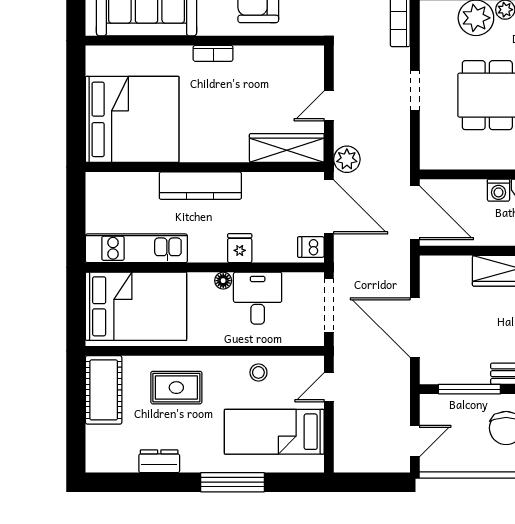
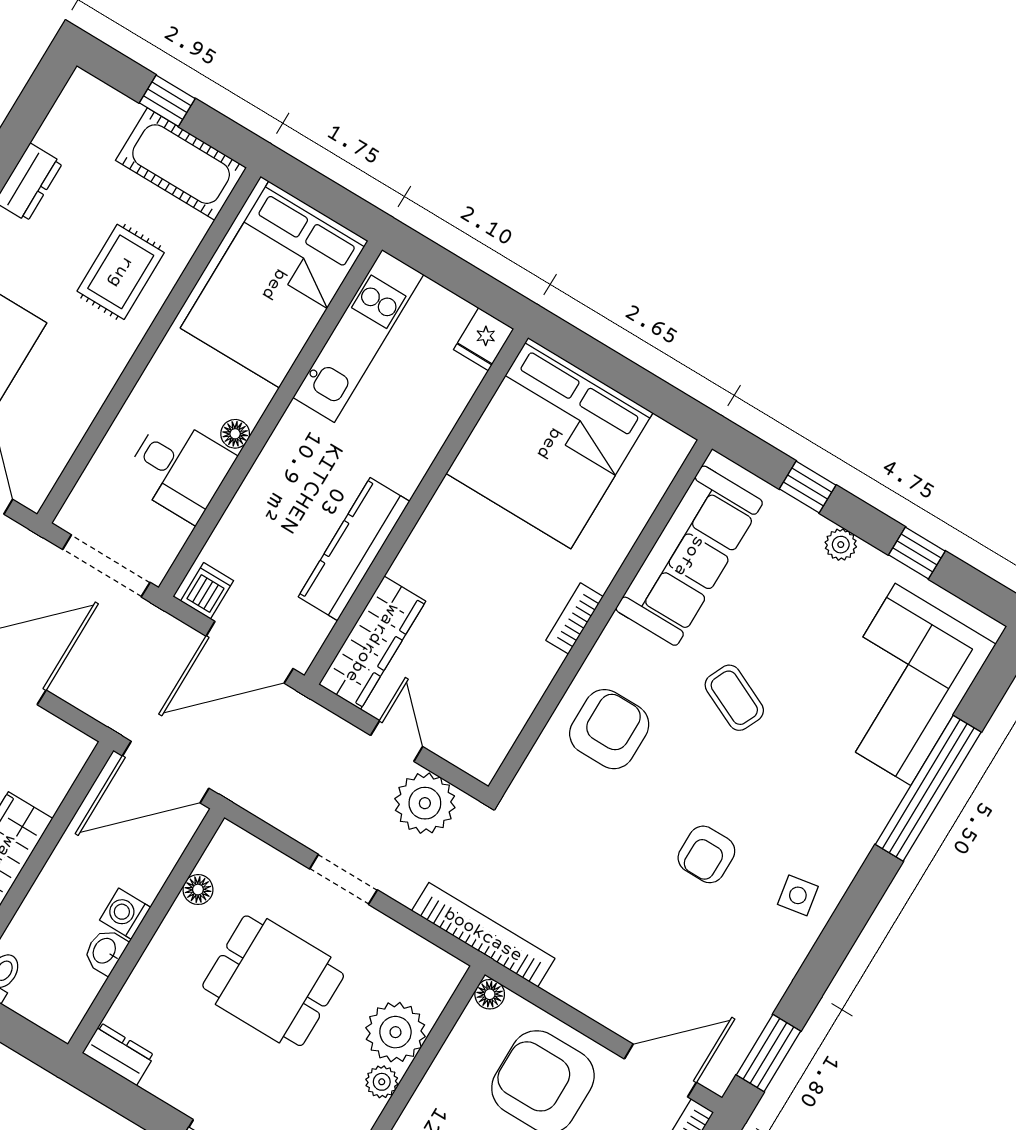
plant: (347, 159) -> (425, 803), moved, width x1.36, depth x1.36
floor lamp: (464, 161) -> (198, 890), added
kitchen counter: (200, 186) -> (354, 549), moved
fridge: (240, 248) -> (484, 339), moved, turned 90
stool: (258, 372) -> (71, 405), removed
window: (76, 416) -> (167, 101), added

